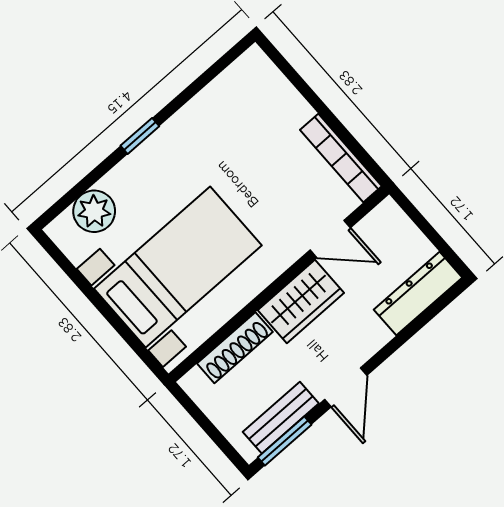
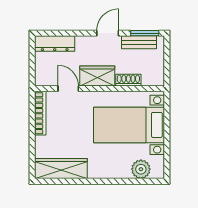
wardrobe: (227, 97) -> (61, 169), added
window: (140, 136) -> (103, 181), removed
shoe rack: (235, 348) -> (128, 80), width x0.70

